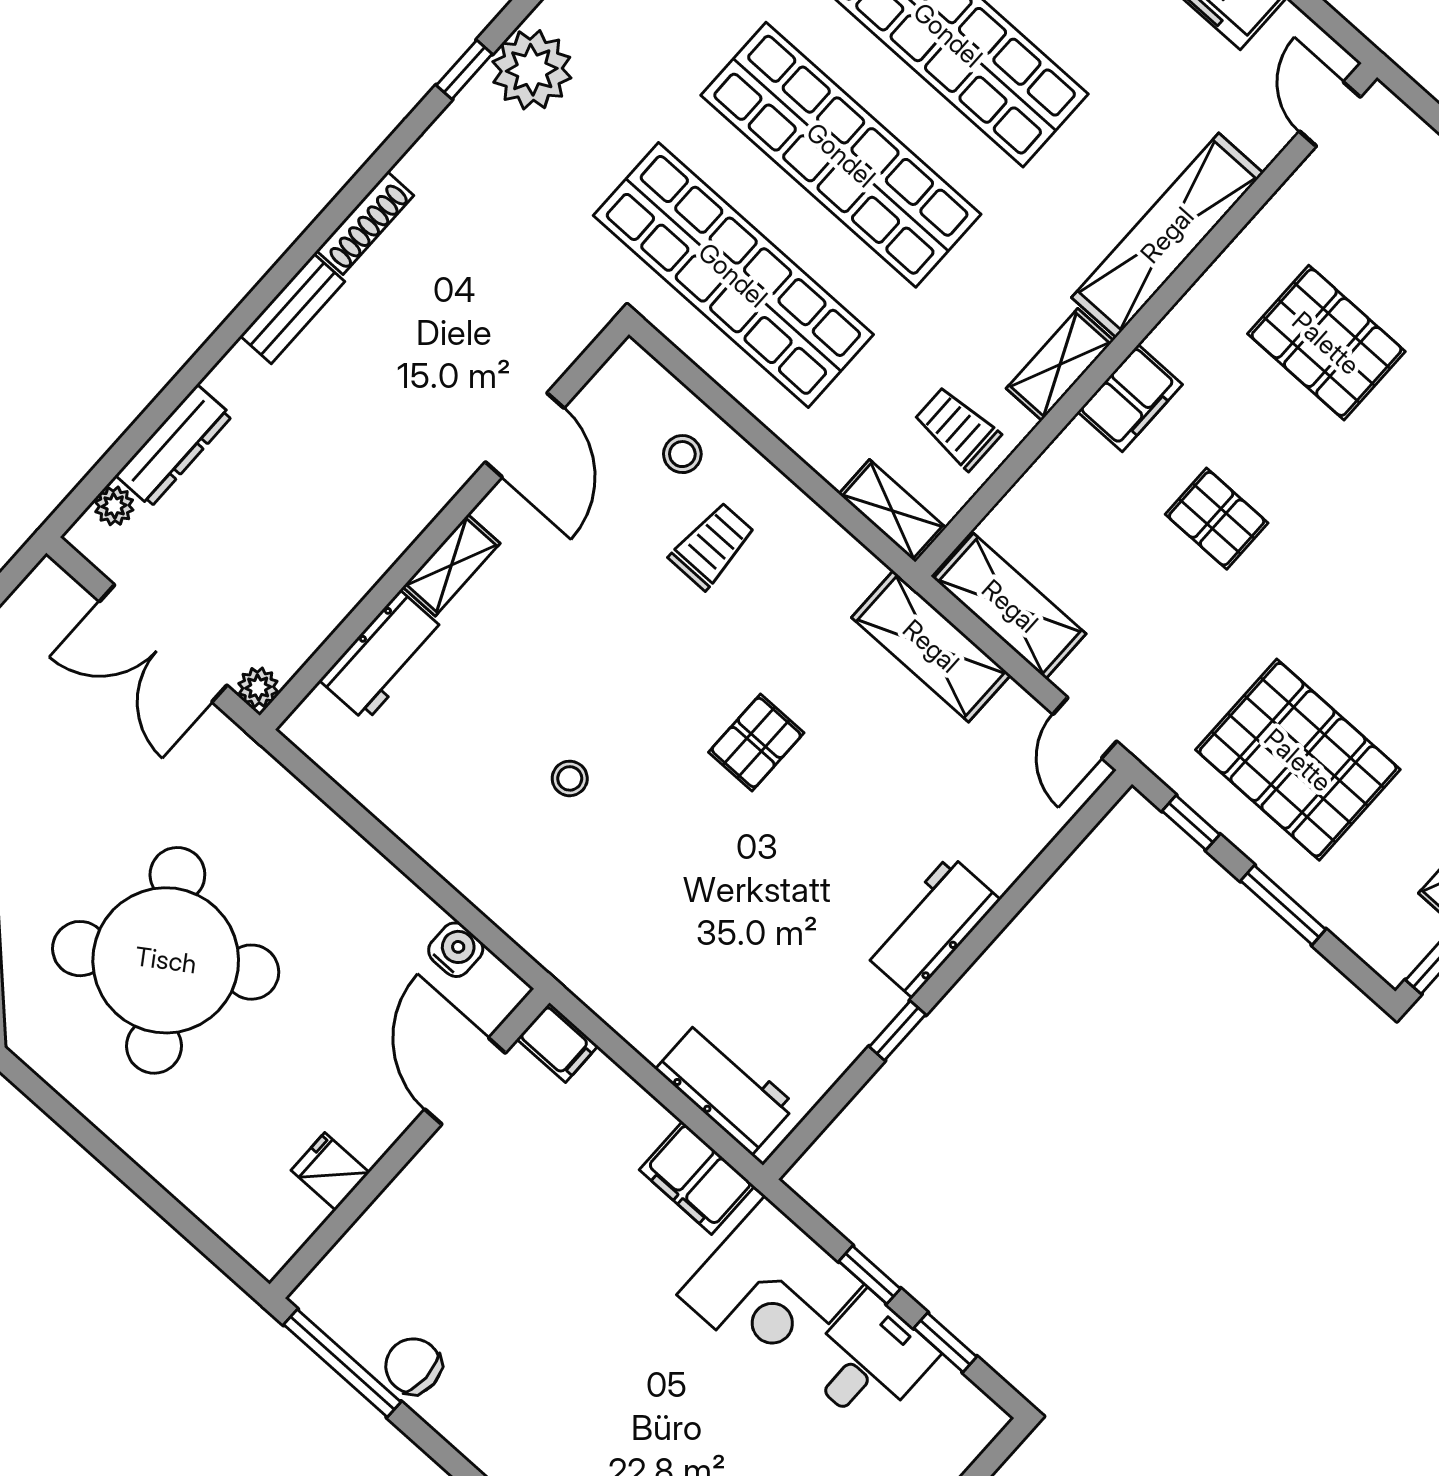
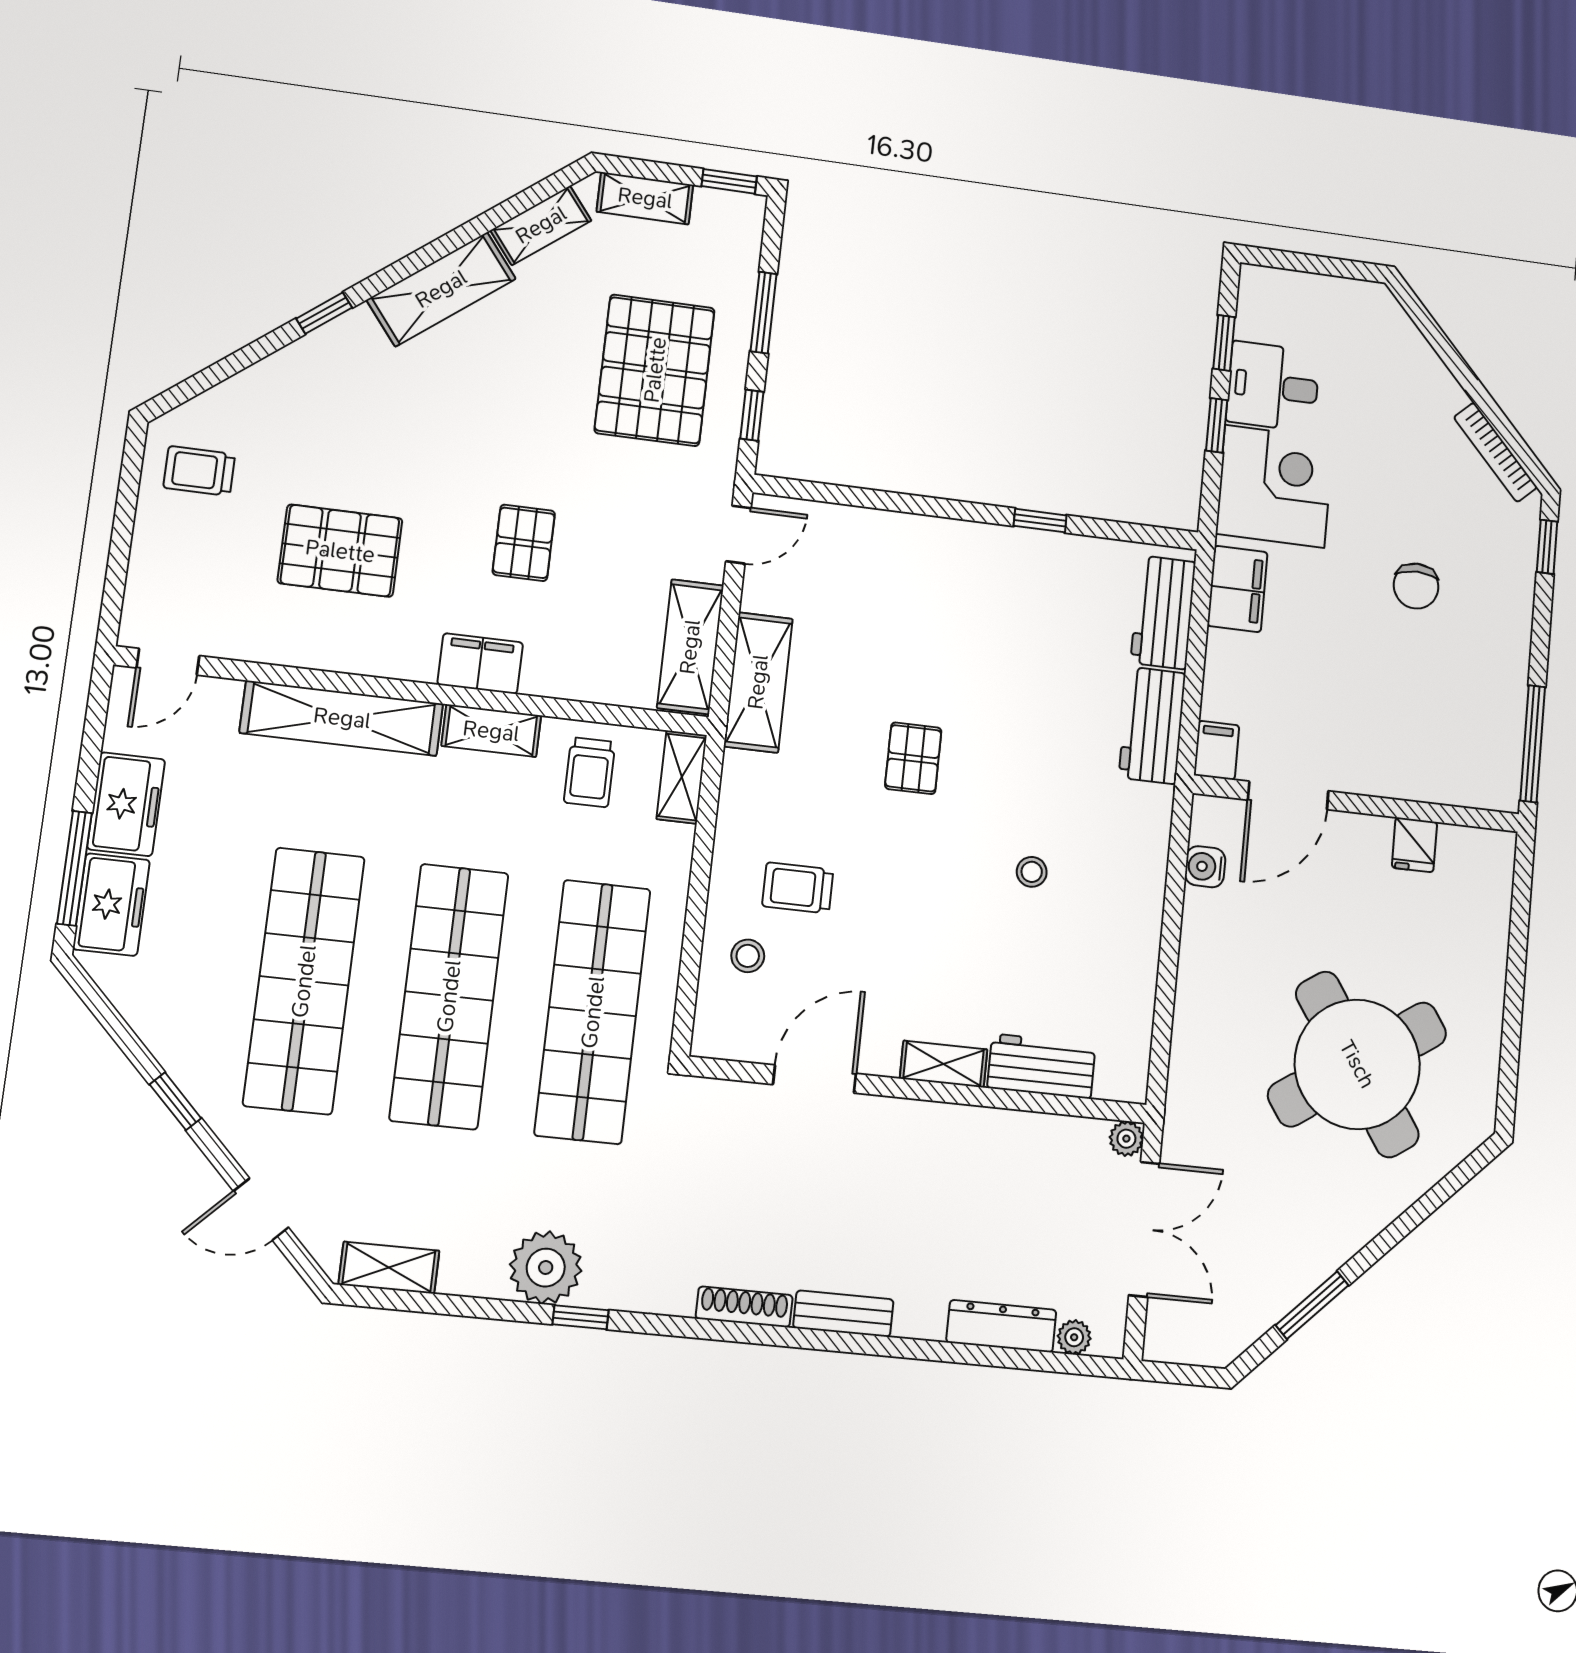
pallet: (1326, 343) -> (340, 551), turned 90
pallet: (756, 742) -> (913, 758), turned 90
workbench: (931, 926) -> (1152, 725), moved, turned 90
chair: (413, 1366) -> (1416, 586), moved

